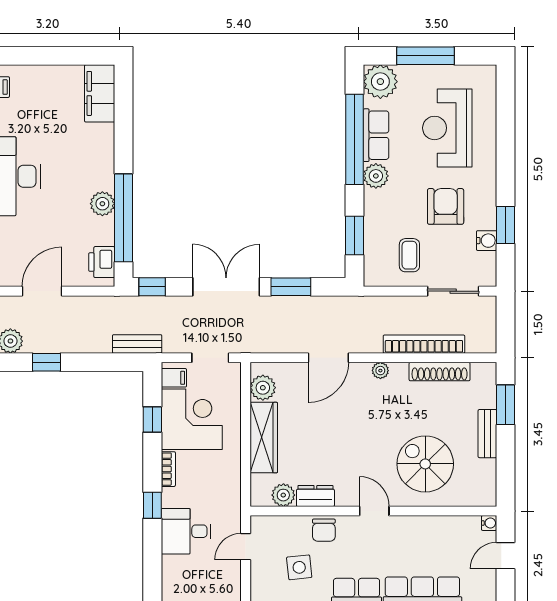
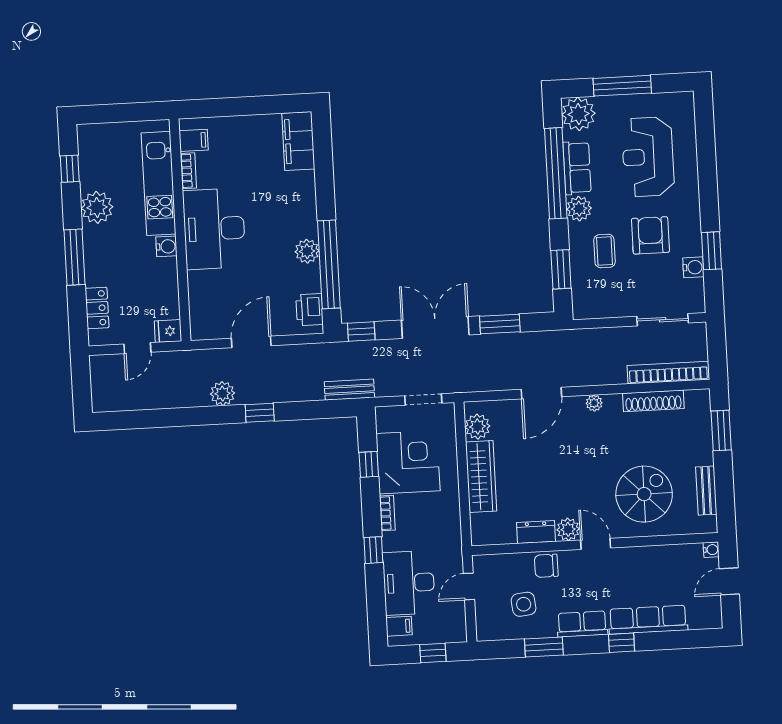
coffee table: (409, 255) -> (604, 251), moved
bookcase: (424, 344) -> (668, 372), moved
filing cabinet: (174, 378) -> (399, 626), moved
bench: (487, 434) -> (706, 491), moved
spiral stairs: (425, 464) -> (644, 494), turned 90
plant: (283, 495) -> (568, 529), moved
chair: (324, 530) -> (546, 566), turned 90
desk: (186, 531) -> (409, 583), width x1.37

